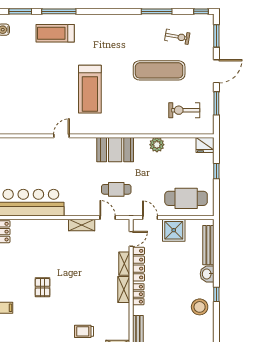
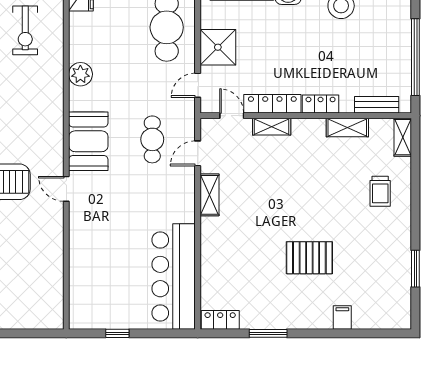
door: (62, 136) -> (66, 189), moved
pallet: (43, 287) -> (309, 258), width x1.50, depth x1.42
shelving: (124, 290) -> (347, 127), moved

